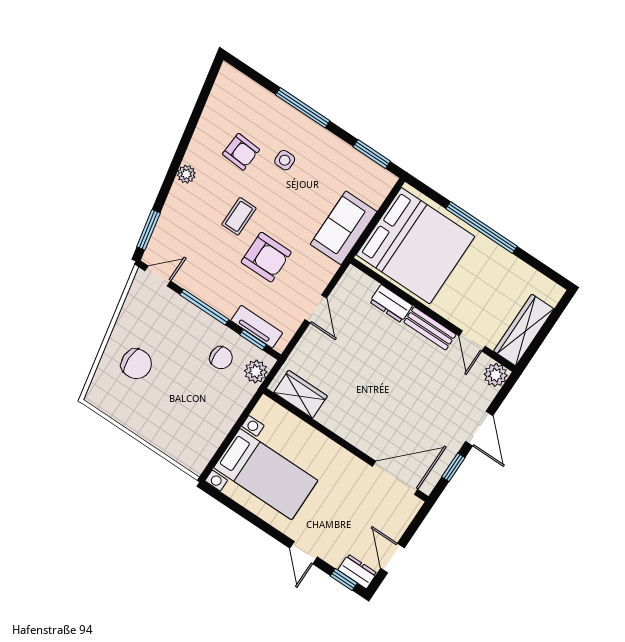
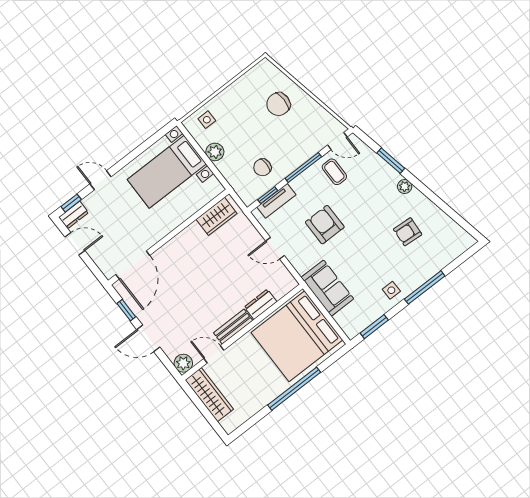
side table: (285, 160) -> (391, 290), moved
coffee table: (239, 216) -> (334, 172), moved
window: (148, 230) -> (391, 161), moved
armchair: (266, 257) -> (325, 225), turned 90
door: (158, 276) -> (337, 141), hinge flipped
plant: (256, 372) -> (215, 152), moved
side table: (185, 446) -> (207, 120), added

